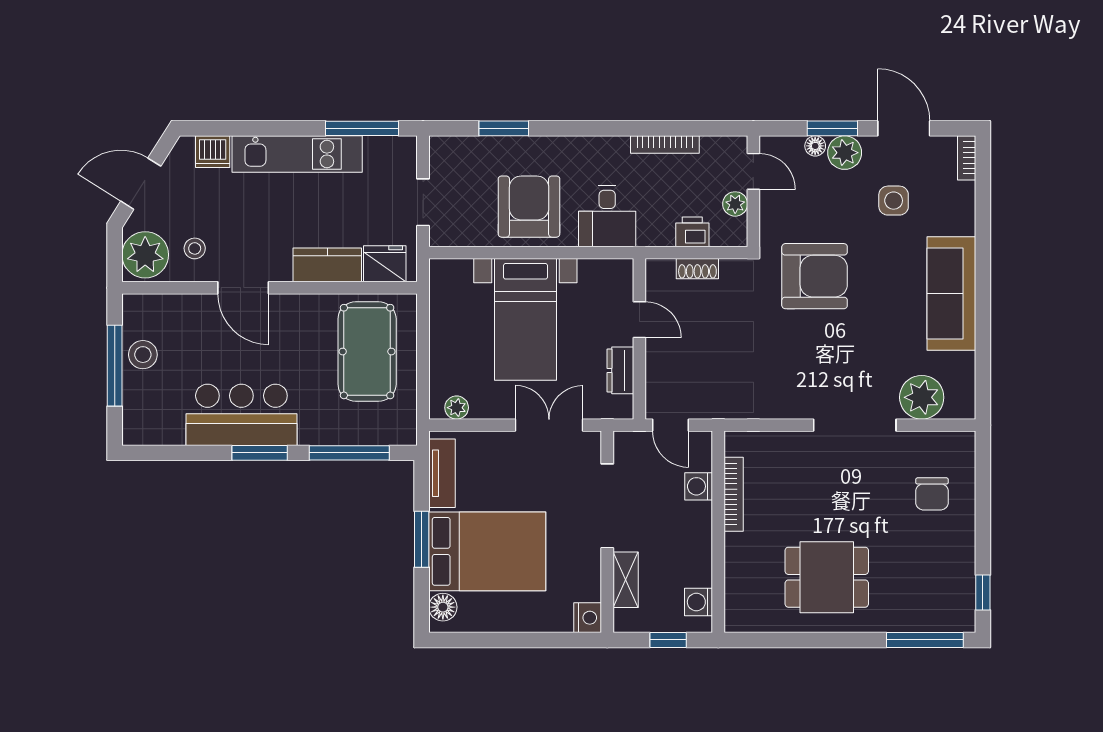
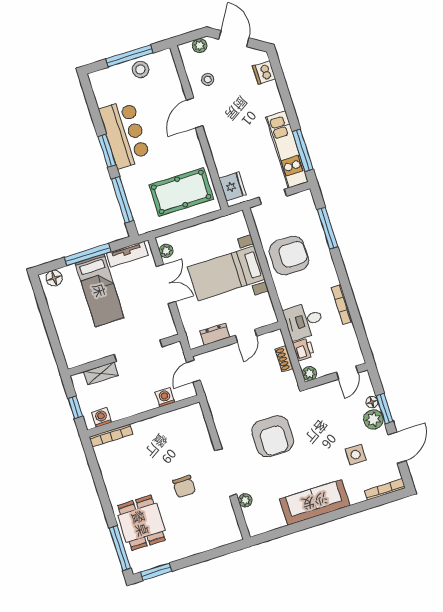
window: (504, 128) -> (327, 228), width x1.44
bookcase: (665, 144) -> (342, 304), moved
kitchen unit: (297, 154) -> (287, 149), moved
bookcase: (967, 158) -> (385, 489), width x1.56
plant: (735, 204) -> (309, 374), moved
desk: (607, 216) -> (304, 321), moved
plant: (145, 255) -> (200, 46), width x0.53, depth x0.53
kitchen counter: (327, 265) -> (222, 155), removed
armchair: (815, 276) -> (273, 436), moved
plant: (922, 397) -> (245, 500), width x0.53, depth x0.53
double door: (549, 425) -> (166, 284), moved
bookcase: (734, 494) -> (111, 436), moved
chair: (932, 494) -> (184, 486), moved, turned -90
window: (422, 539) -> (88, 255), width x1.44
bed: (487, 551) -> (100, 290), width x0.67
dining table: (827, 577) -> (141, 523), moved
window: (983, 593) -> (156, 572), width x1.50
nightstand: (588, 618) -> (74, 359), removed

